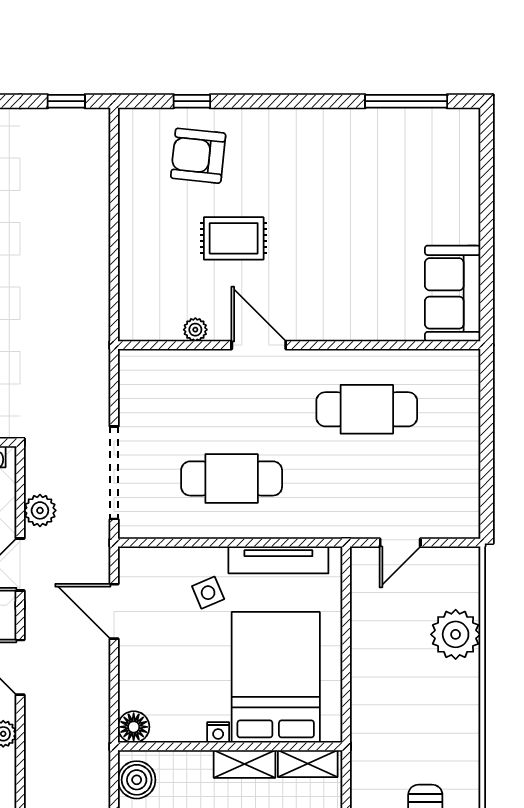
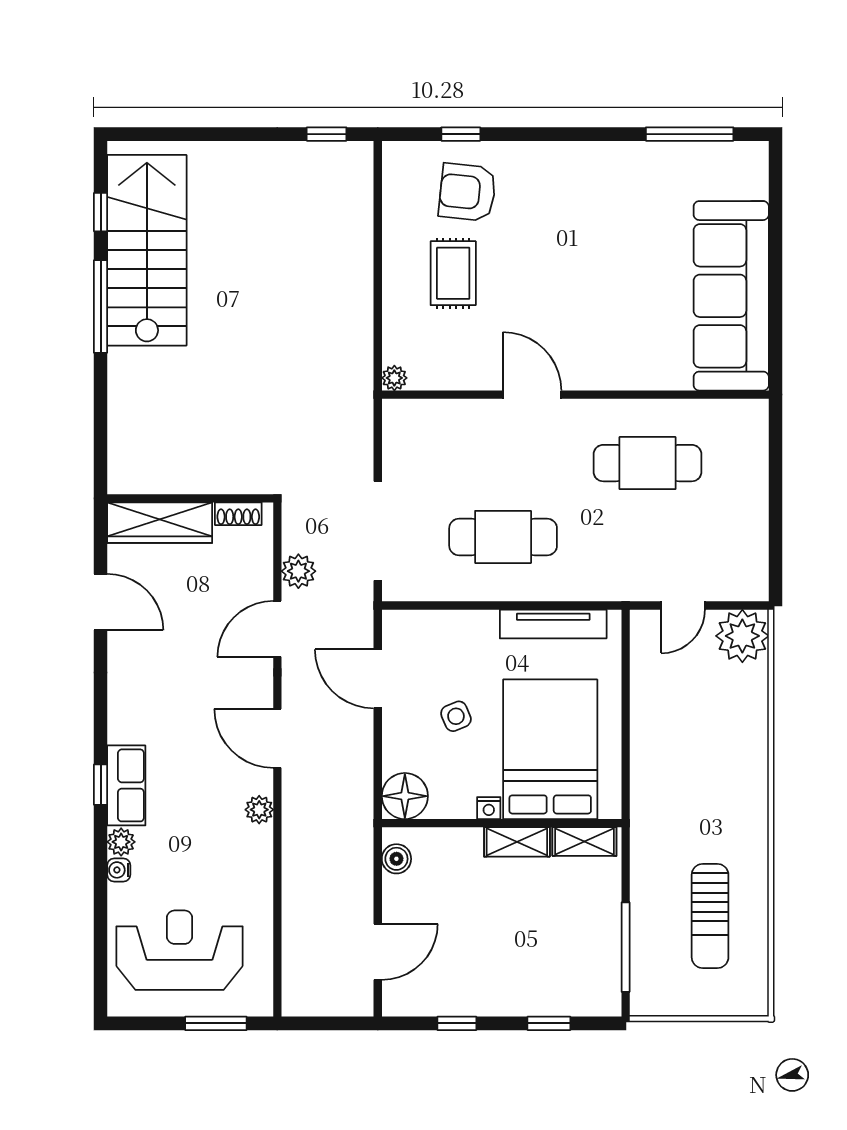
rug: (234, 238) -> (453, 273), moved, turned 90
sofa: (453, 293) -> (731, 296), width x1.85, depth x1.27
plant: (195, 330) -> (394, 378), moved
side table: (208, 593) -> (456, 716), moved
plant: (456, 634) -> (742, 636), moved
floor lamp: (134, 727) -> (405, 796), width x1.38, depth x1.38
boiler: (137, 780) -> (396, 859), width x0.73, depth x0.73

